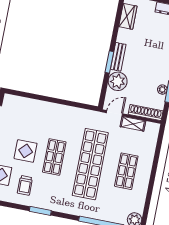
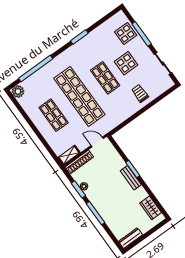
plant: (118, 81) -> (116, 163), removed
door: (115, 113) -> (97, 142), swing flipped
shelving: (133, 124) -> (69, 155), moved
trolley: (25, 185) -> (140, 93), moved

